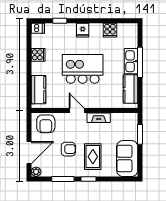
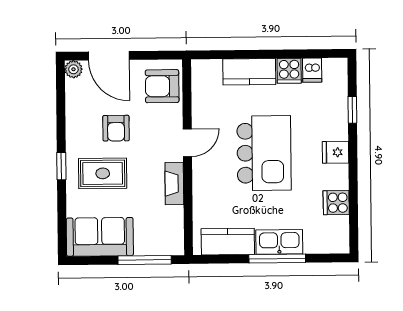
dishwasher: (38, 28) -> (312, 70), moved
kitchen counter: (38, 90) -> (249, 72), moved
window: (140, 134) -> (145, 260), width x1.44
window: (63, 179) -> (61, 119), removed

